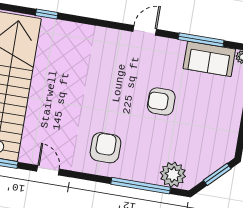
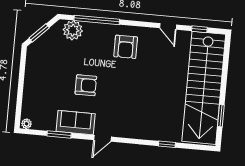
window: (47, 14) -> (167, 144), moved
window: (201, 40) -> (59, 134), width x0.69
sofa: (209, 59) -> (76, 123), moved

